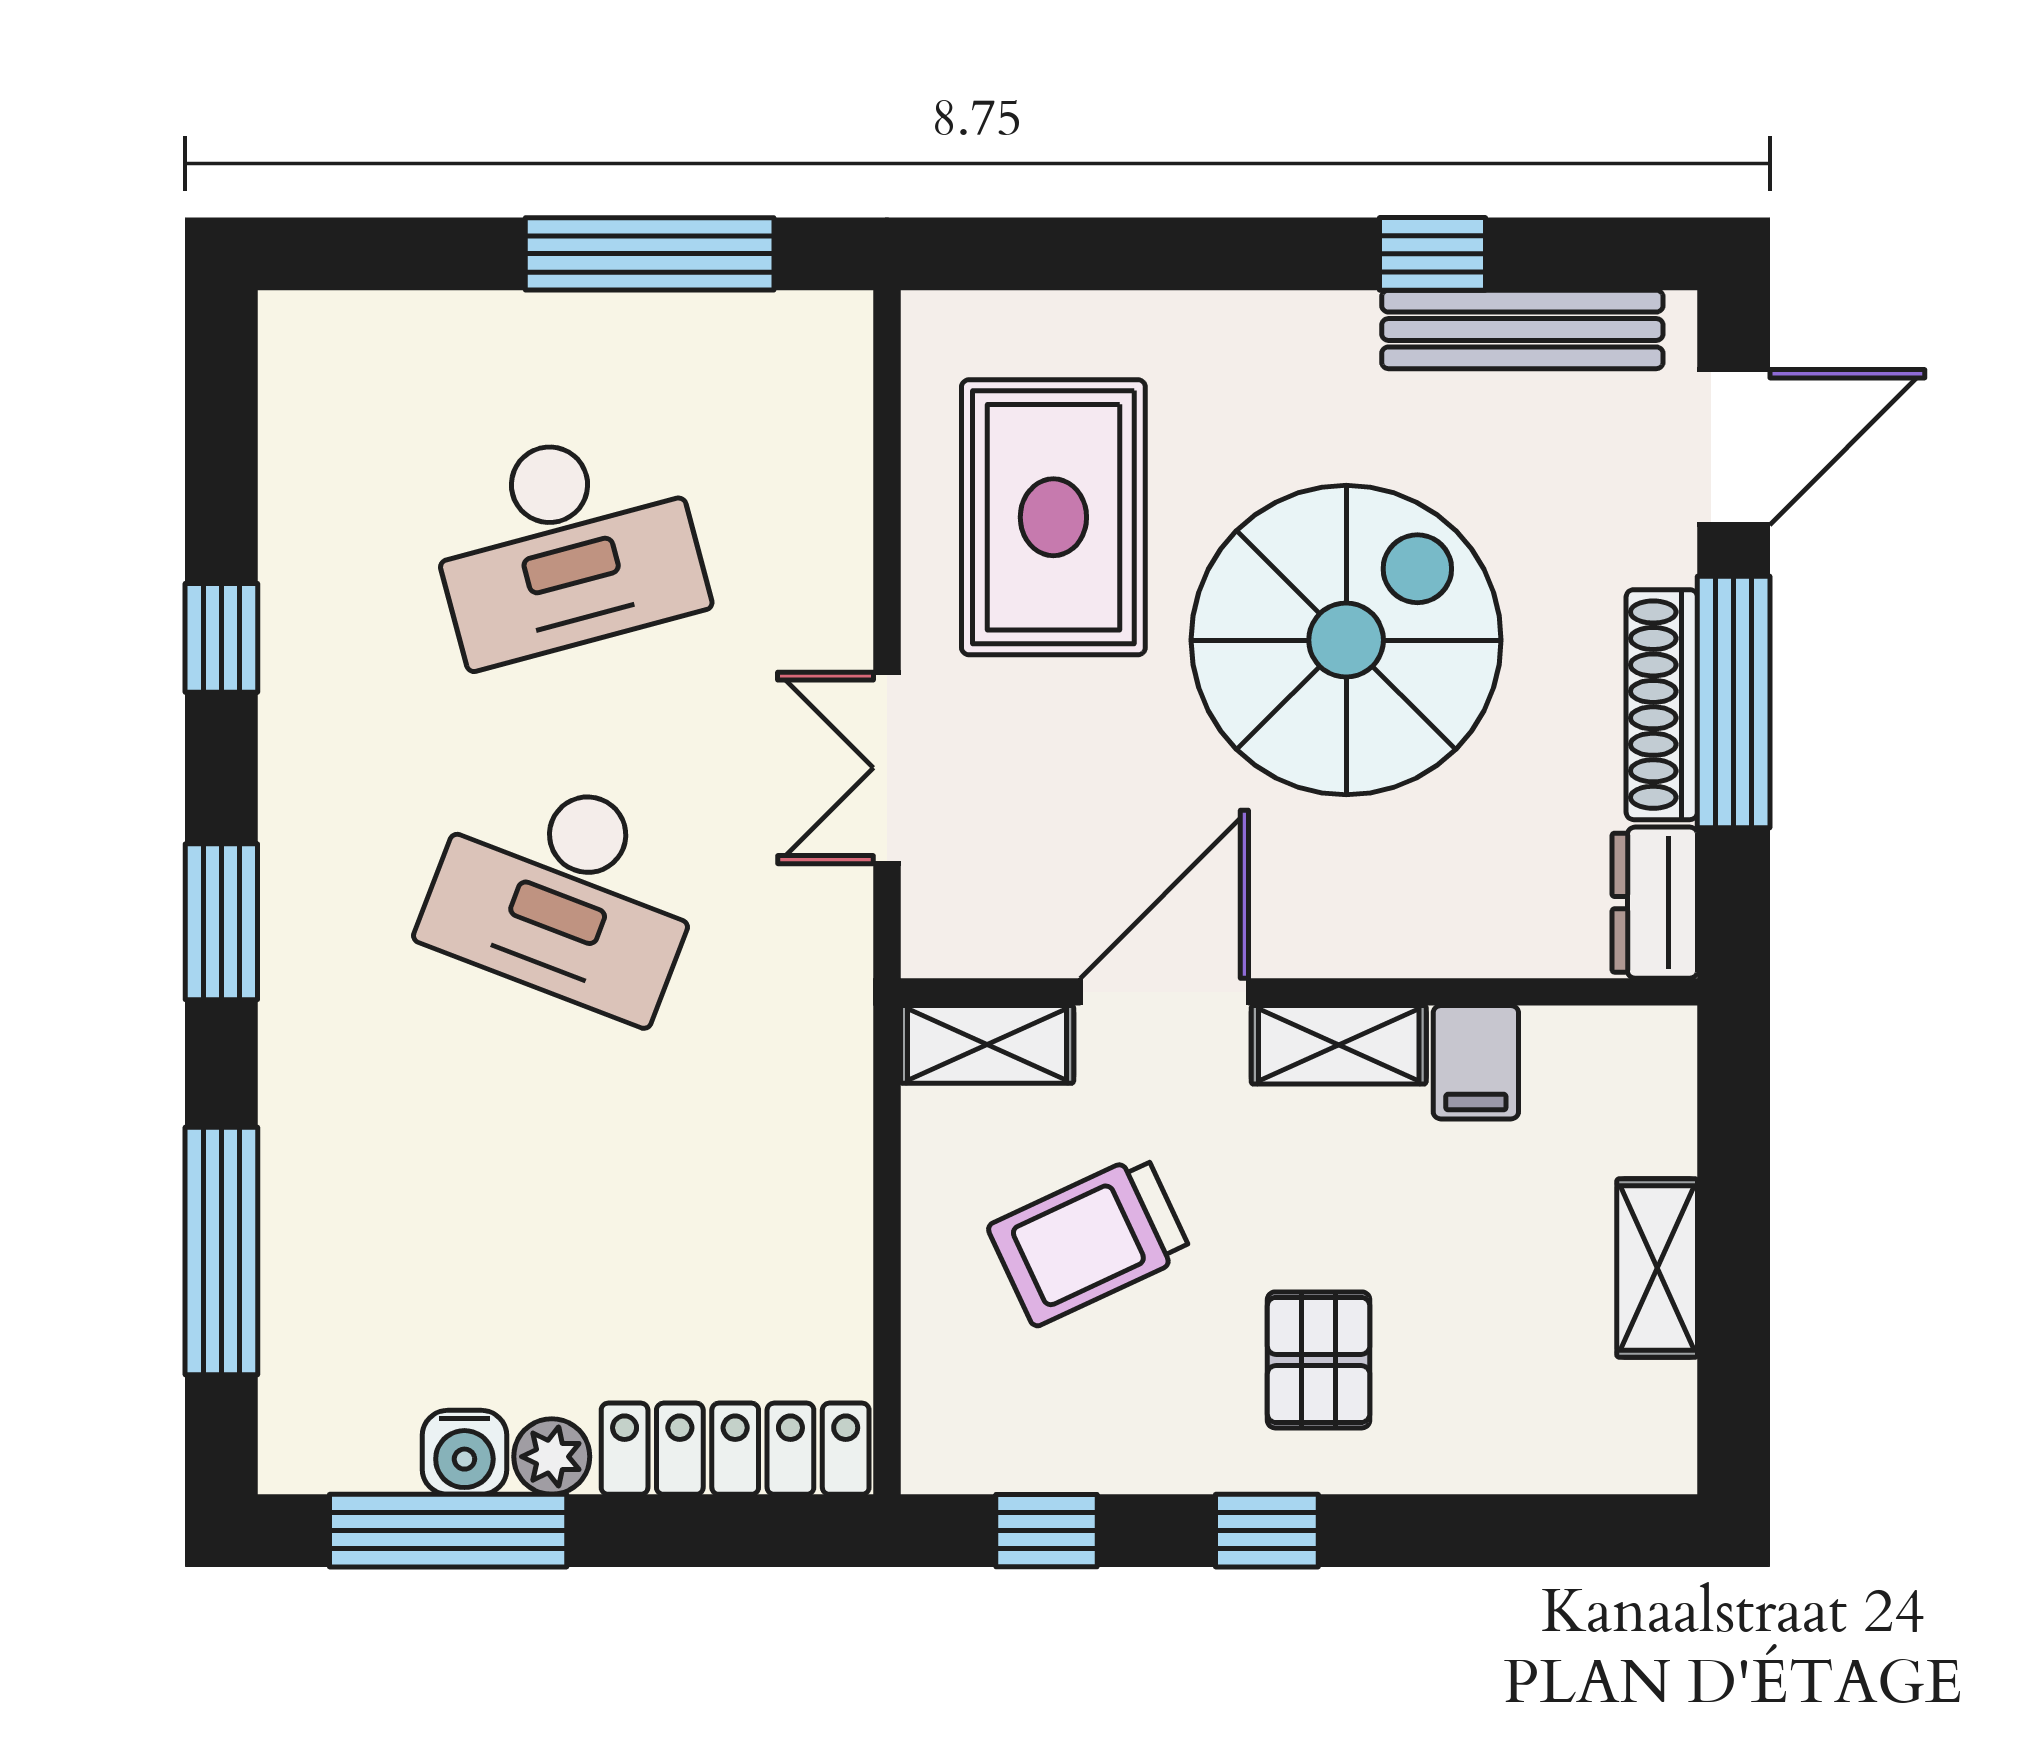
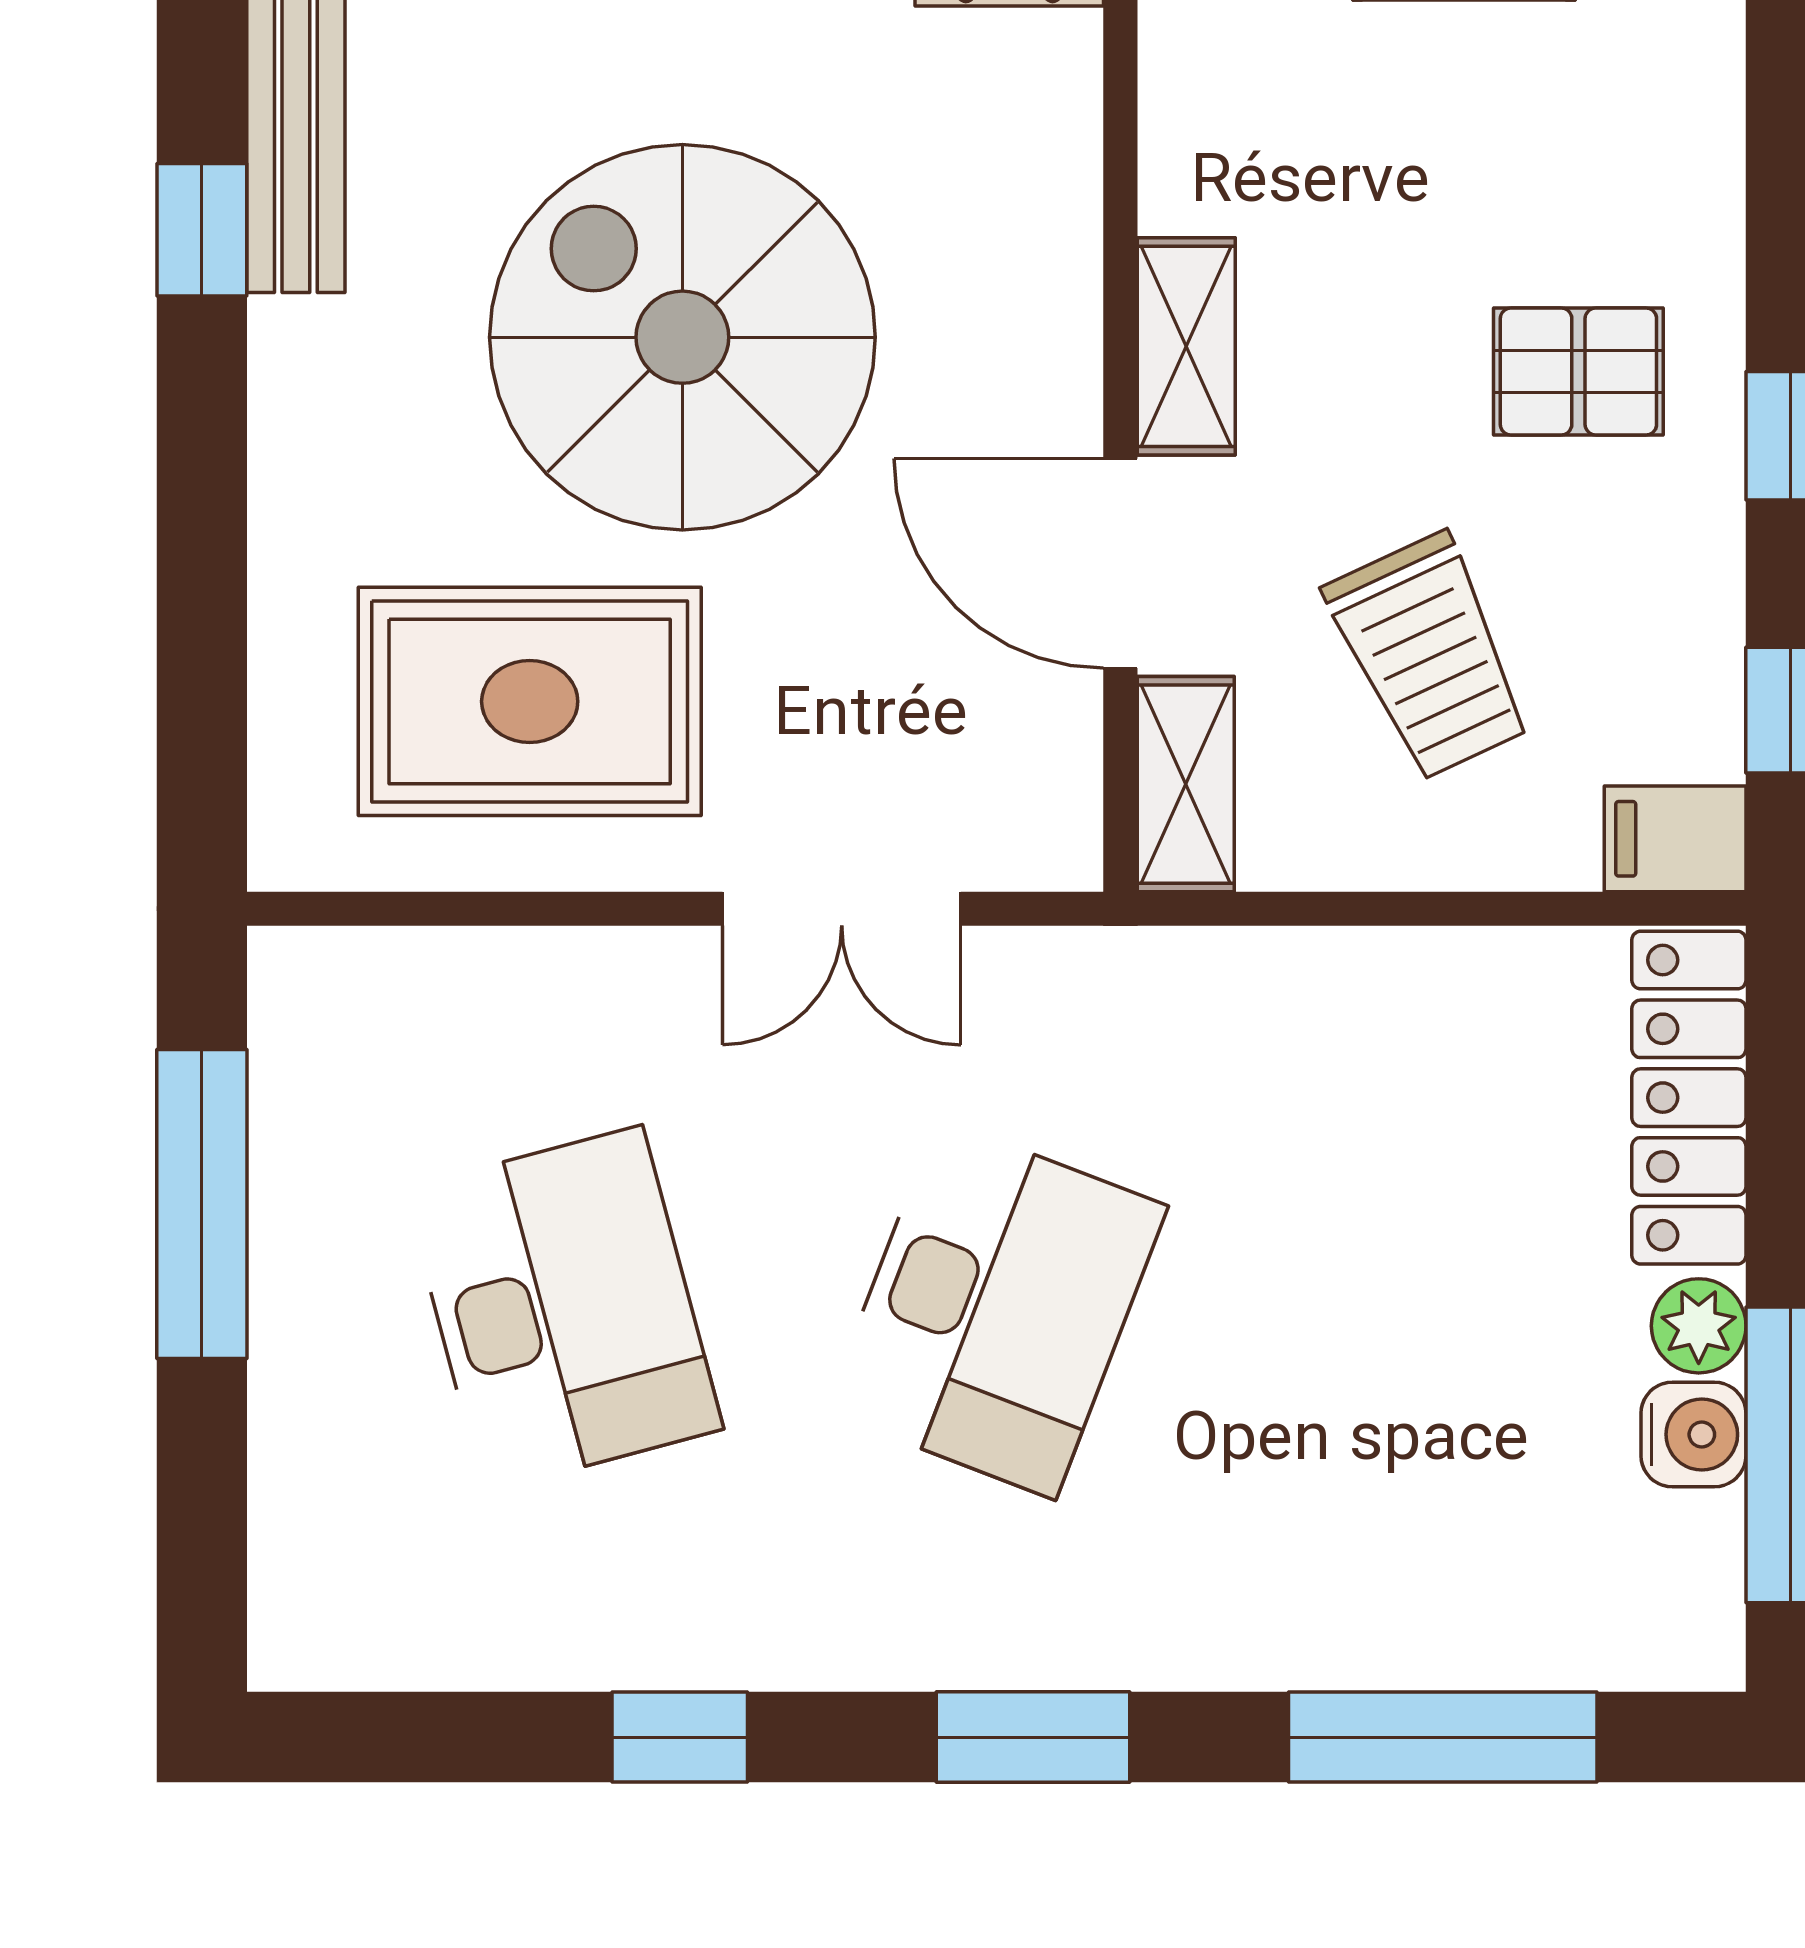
filing cabinet: (1476, 1062) -> (1675, 839), moved, turned 180

